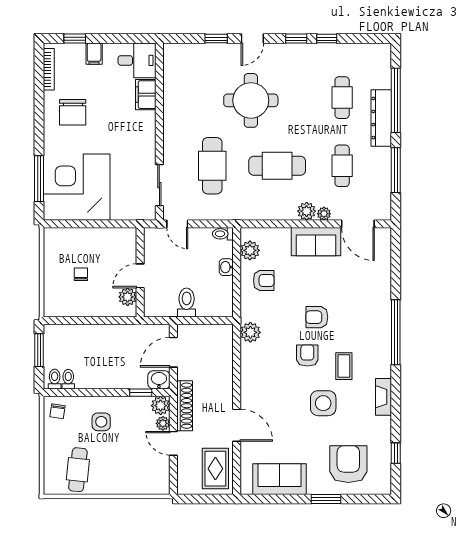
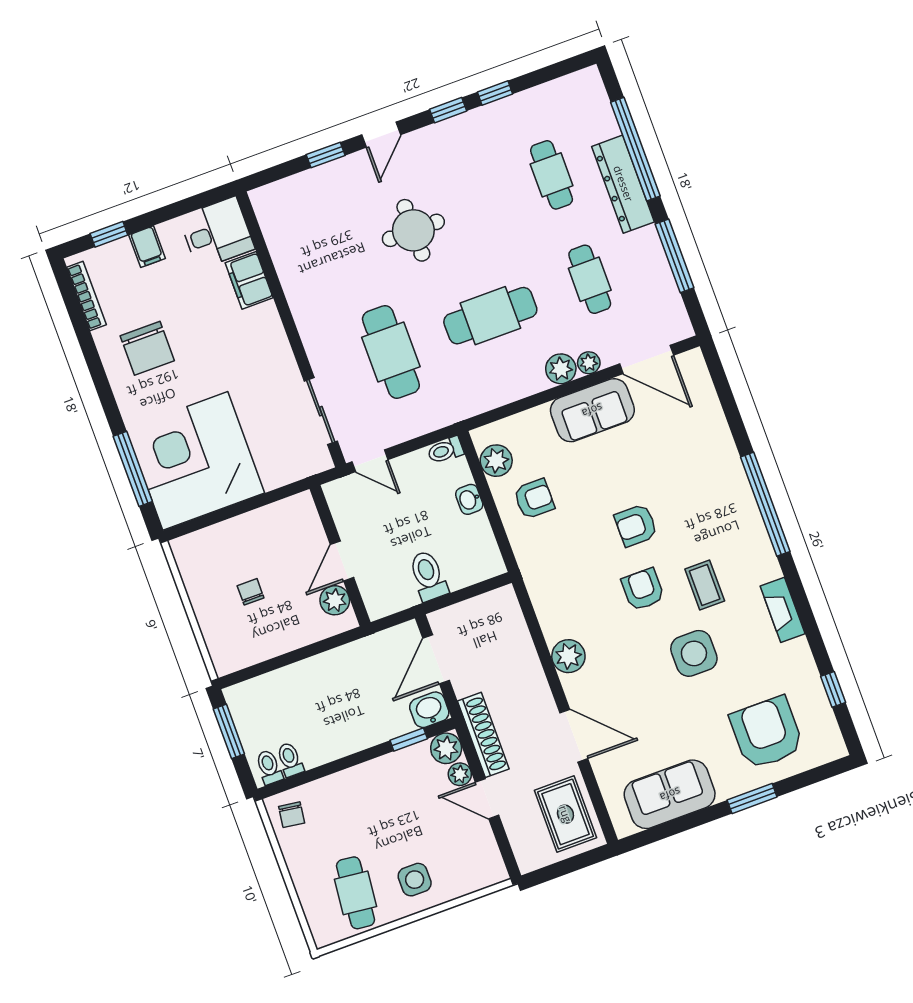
round table: (251, 100) -> (413, 230), width x0.73, depth x0.73
plant: (250, 332) -> (568, 656), moved
side table: (101, 422) -> (415, 880), moved

